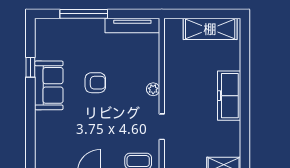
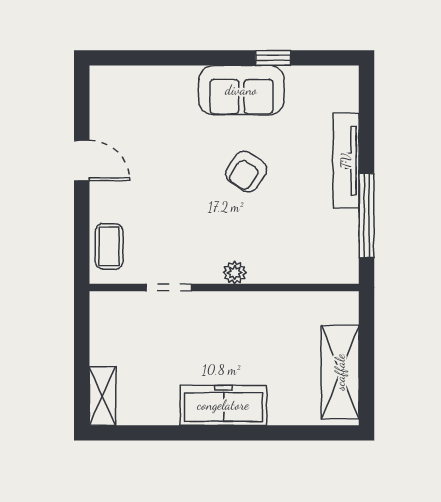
window: (84, 14) -> (367, 216), moved
tv unit: (132, 26) -> (346, 161), moved
armchair: (95, 83) -> (246, 171), turned 33

